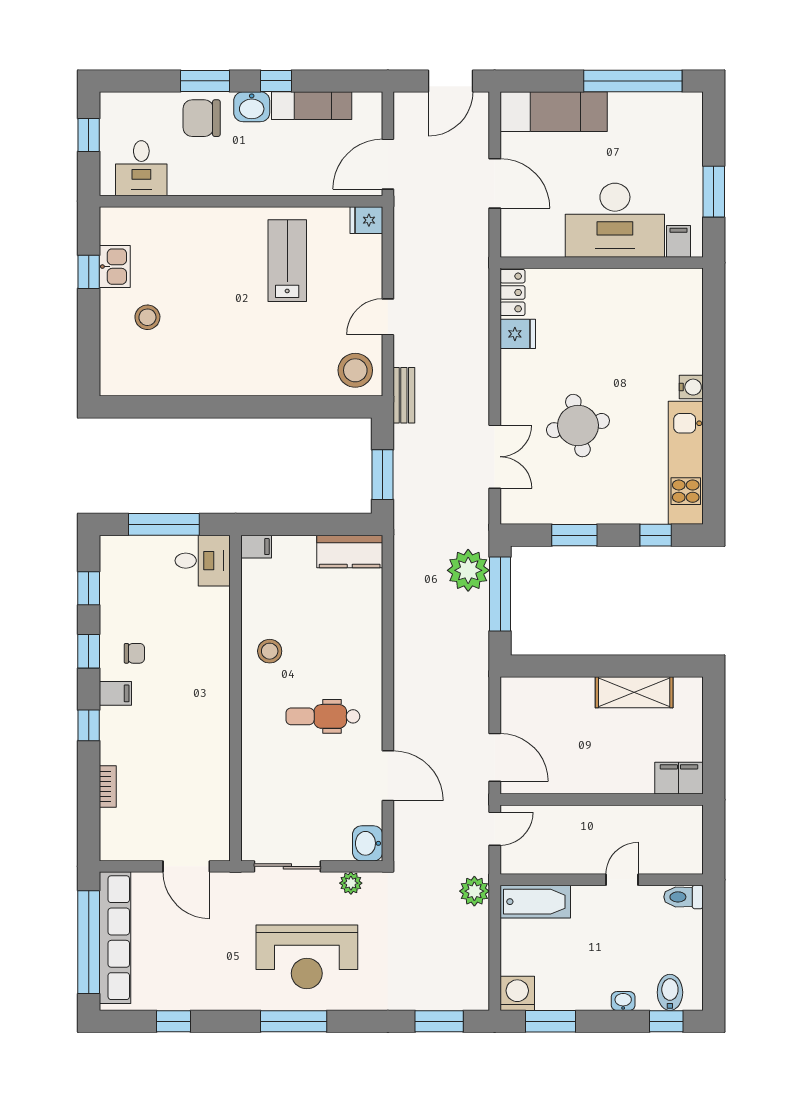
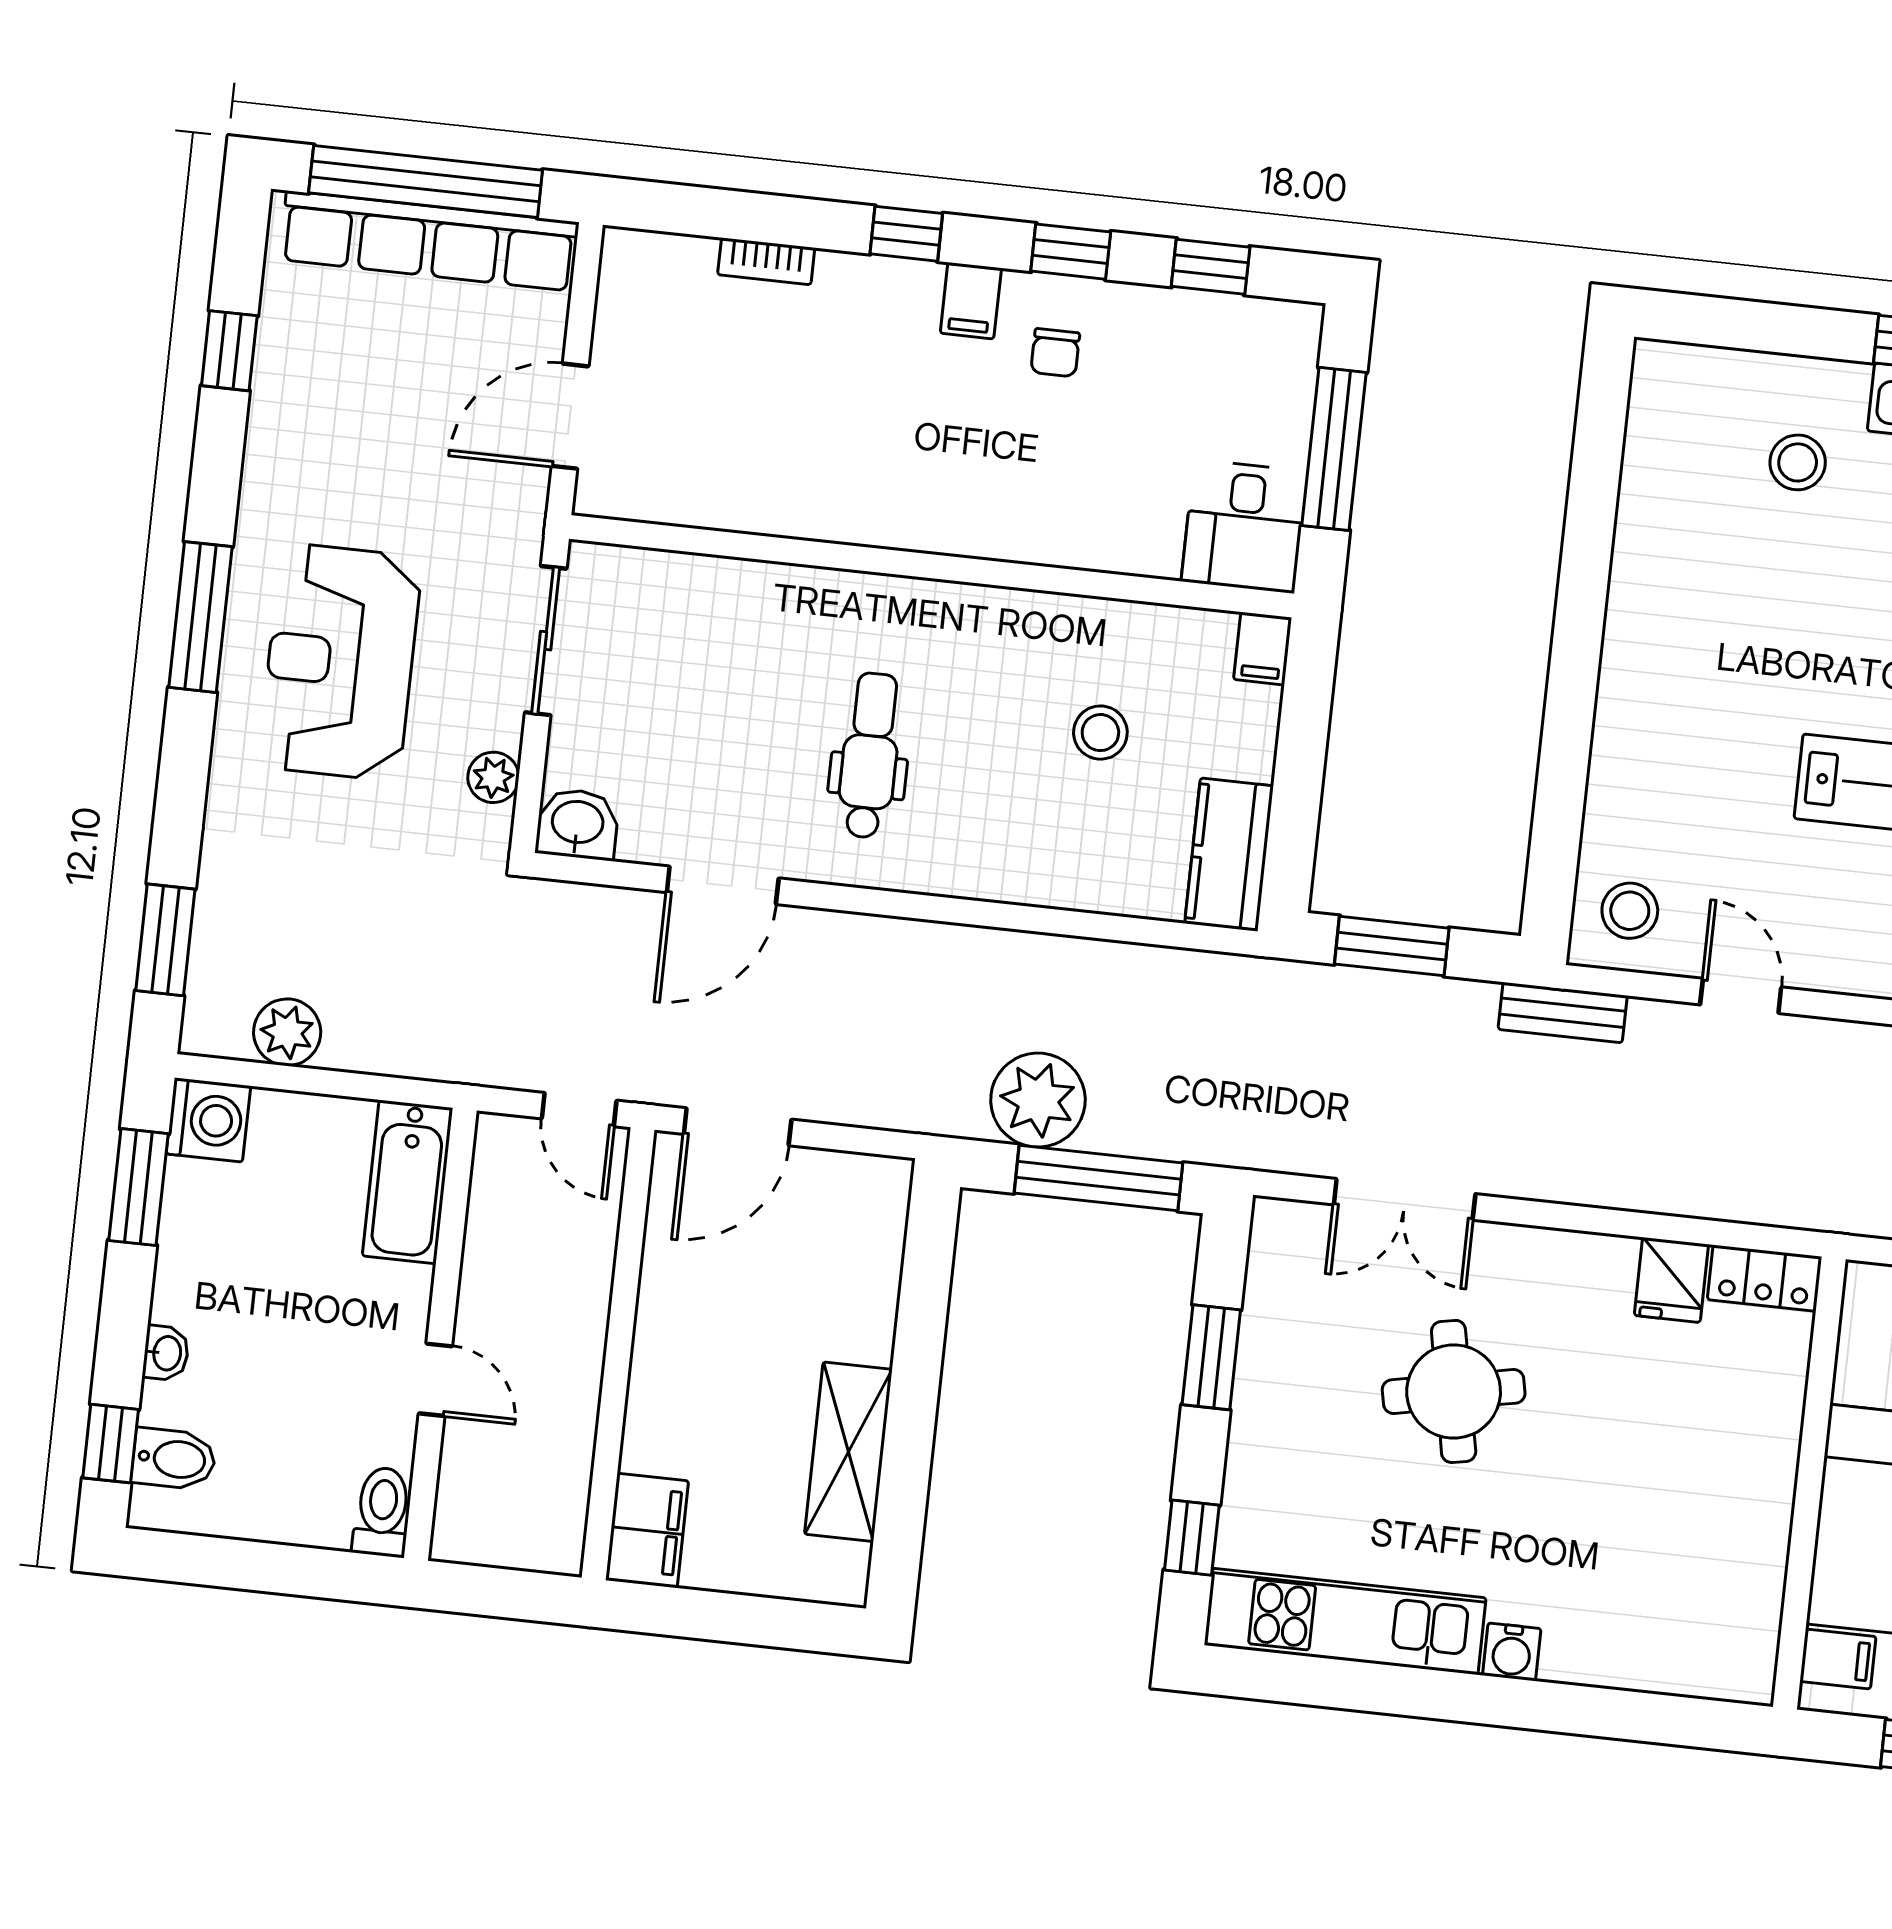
stool: (355, 370) -> (1630, 911), width x0.73, depth x0.73
plant: (468, 570) -> (1038, 1100), moved
stool: (270, 651) -> (1100, 733), moved
plant: (474, 891) -> (287, 1032), moved

